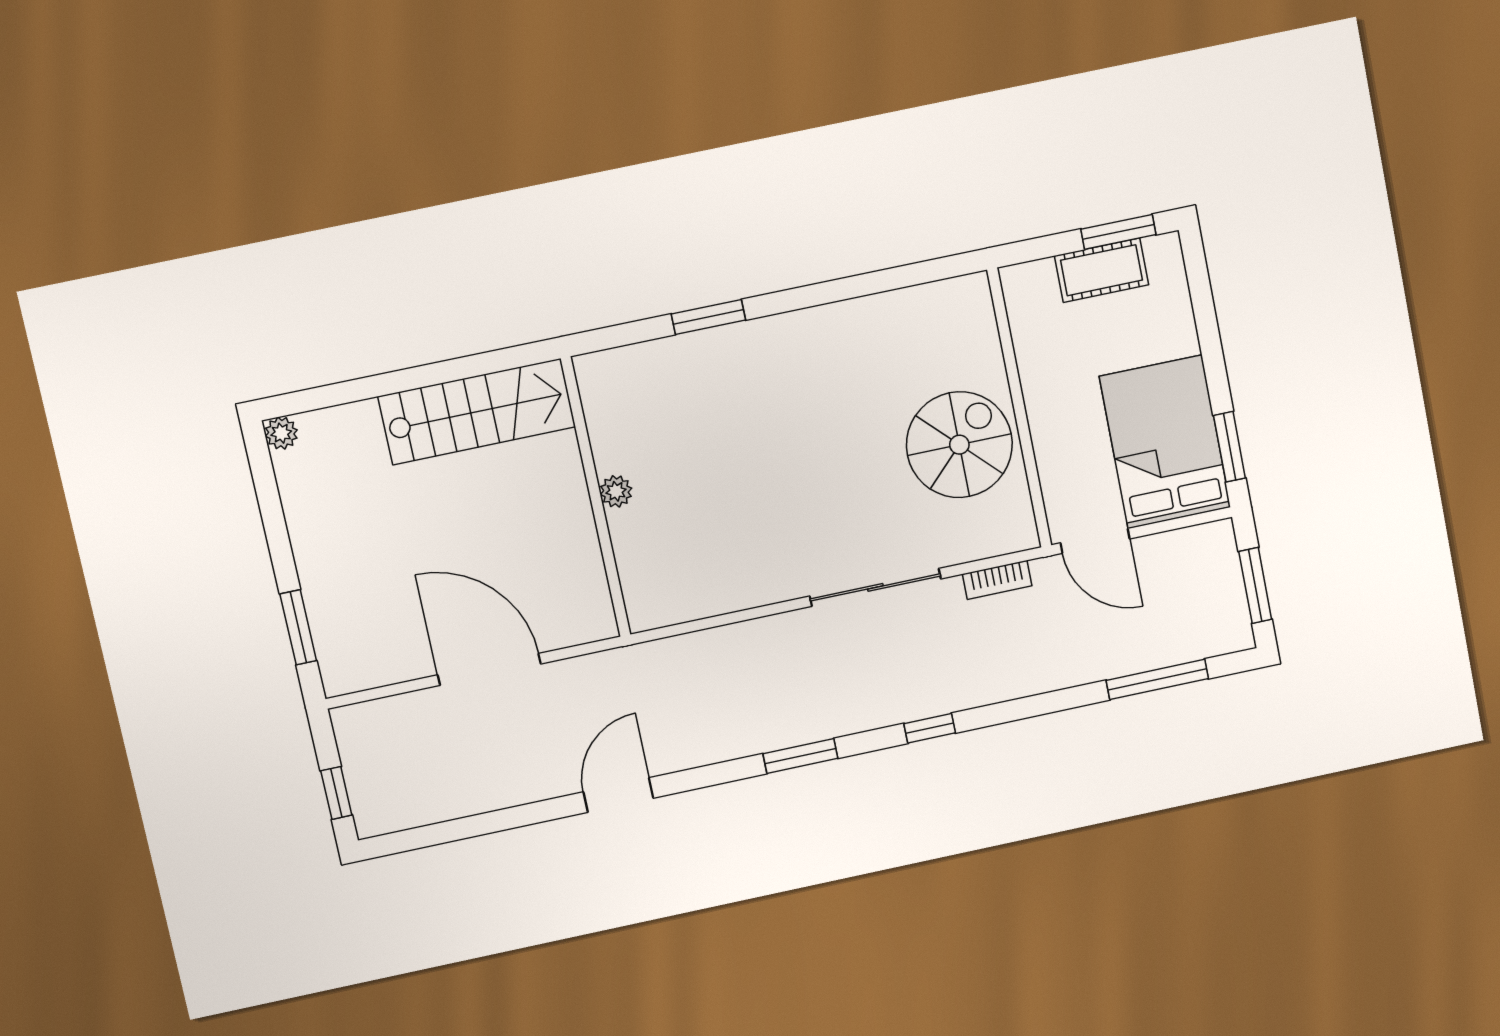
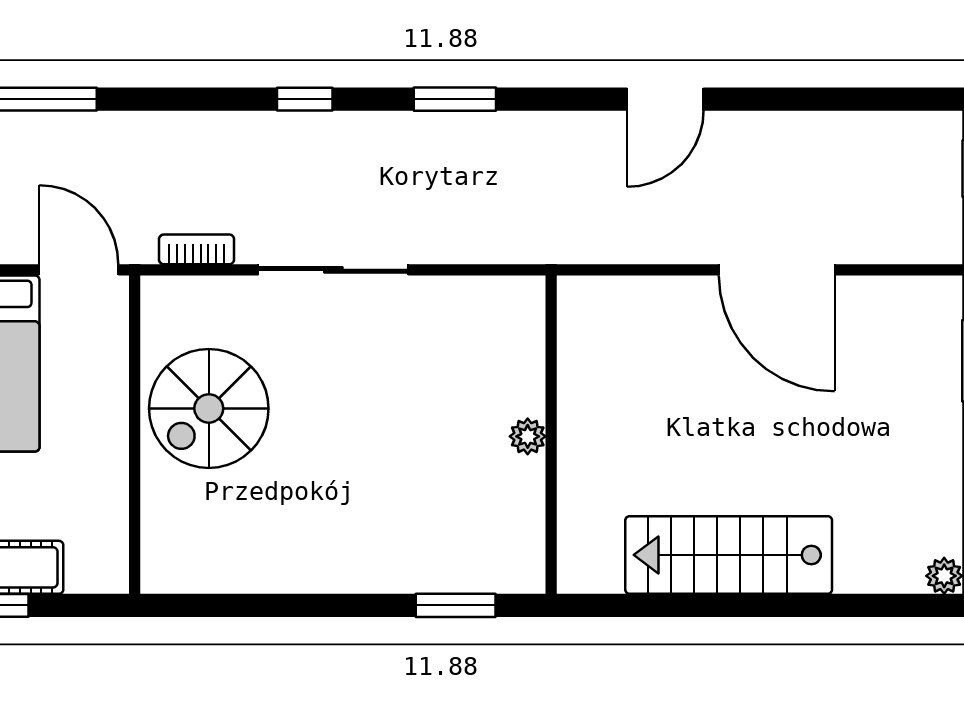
plant: (616, 491) -> (528, 436), moved
wall: (596, 497) -> (551, 435), moved

